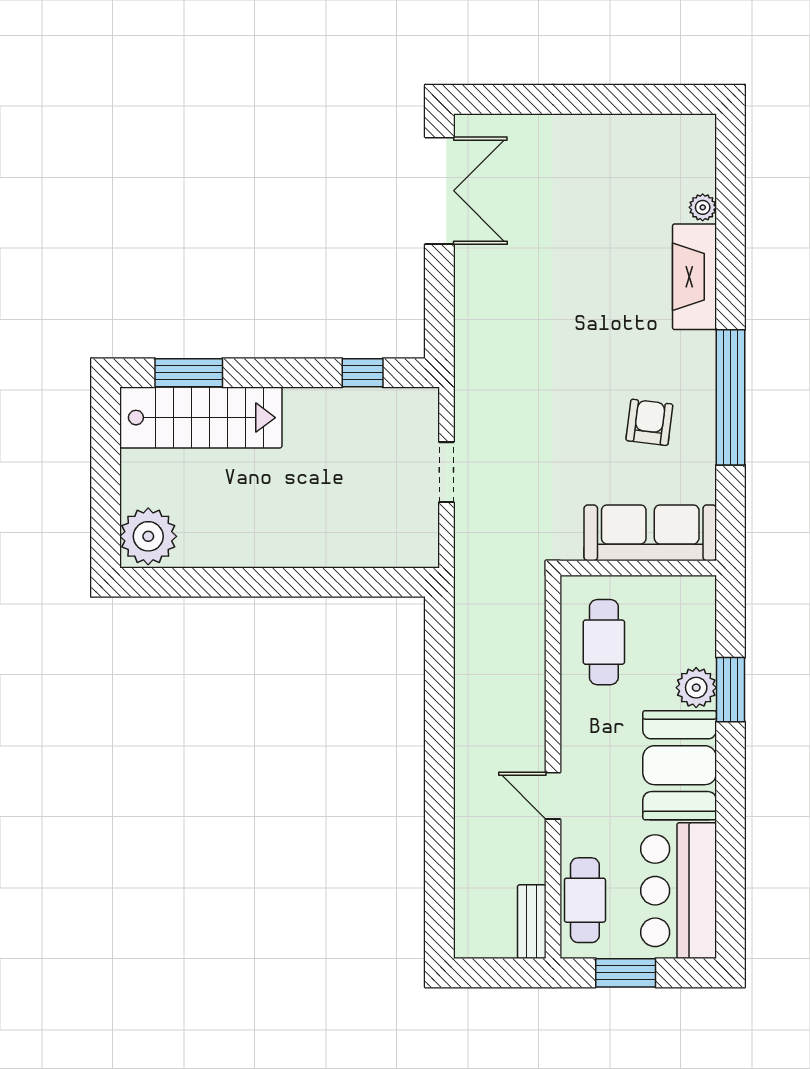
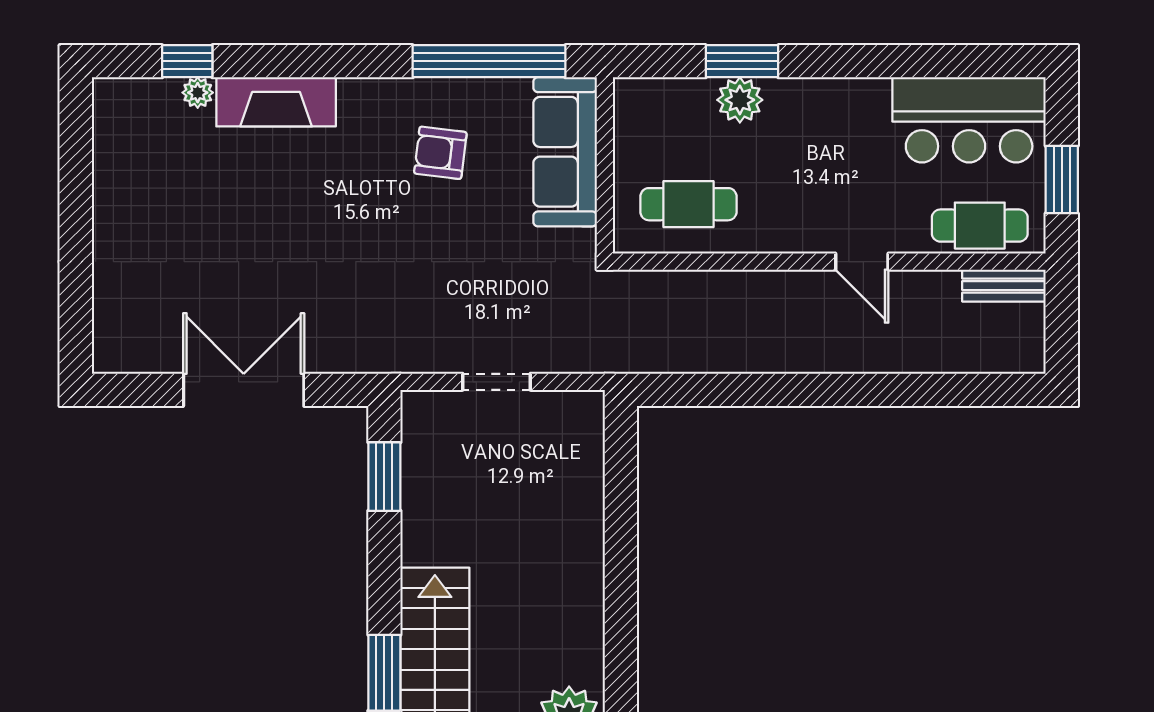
double door: (439, 191) -> (244, 390), moved
window: (731, 198) -> (187, 61), added
window: (363, 373) -> (384, 477), width x1.50
window: (731, 397) -> (489, 61), moved
booth: (680, 765) -> (827, 119), removed
door: (553, 796) -> (862, 262), hinge flipped

